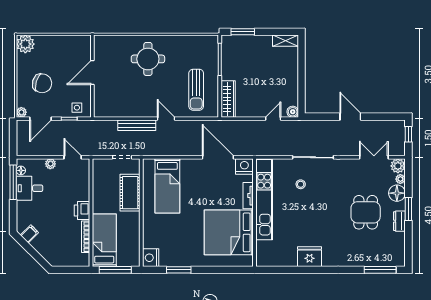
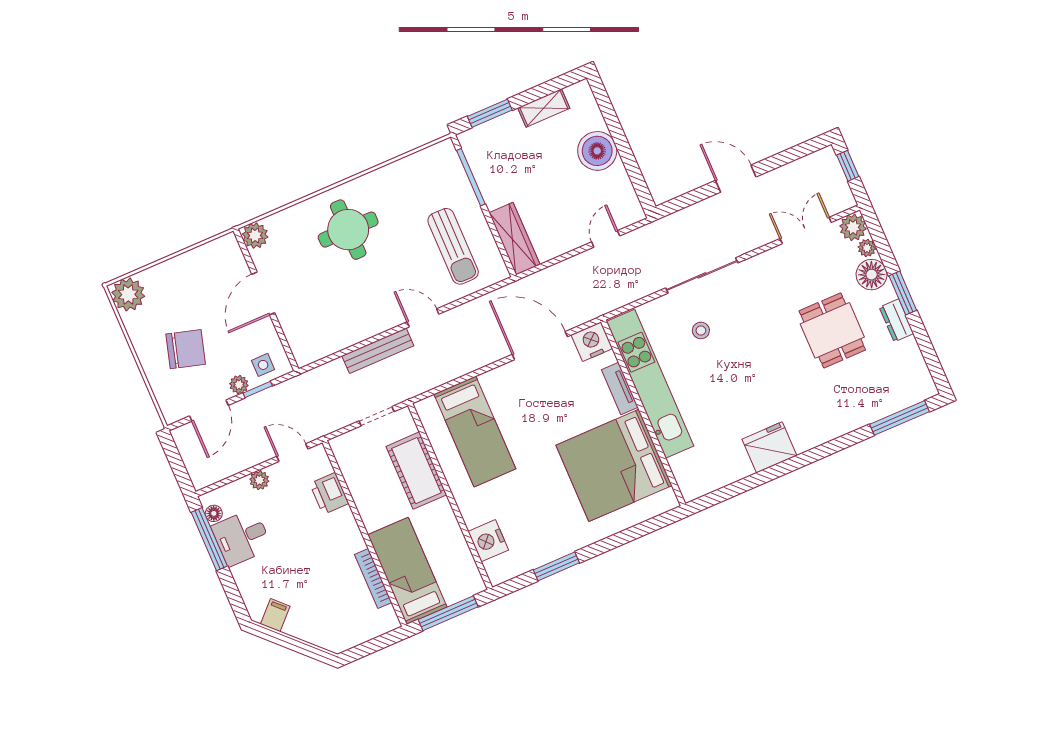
shelving: (285, 41) -> (544, 108), moved
plant: (101, 42) -> (255, 236), added
plant: (21, 112) -> (239, 385), moved
boiler: (293, 112) -> (597, 151), moved, width x1.86, depth x1.86
printer: (82, 211) -> (329, 494), moved
nightstand: (151, 258) -> (488, 541), moved

